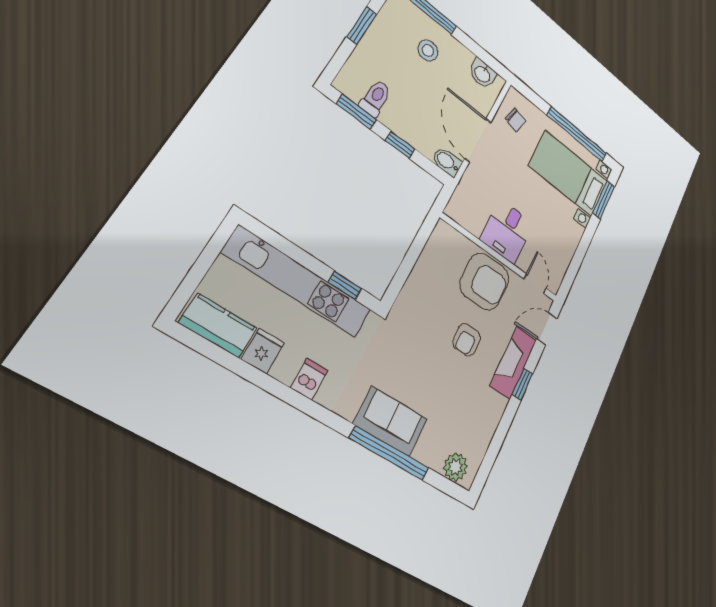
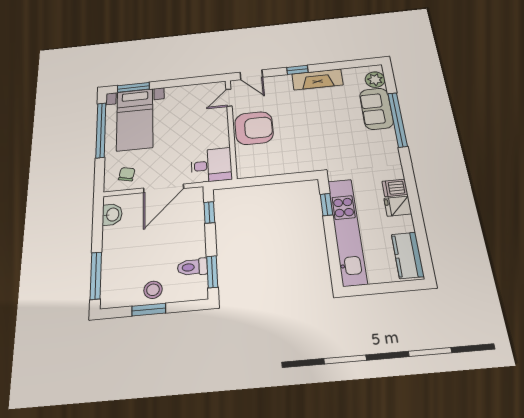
stool: (428, 51) -> (153, 290), moved
window: (400, 145) -> (209, 212), moved
bidet: (447, 162) -> (196, 198), removed
desk: (507, 231) -> (211, 165), moved
armchair: (485, 282) -> (254, 128), turned 90
armchair: (467, 340) -> (299, 117), removed
fridge: (263, 351) -> (398, 206), moved
fireplace: (513, 363) -> (317, 79), moved
sofa: (391, 421) -> (376, 109), moved

